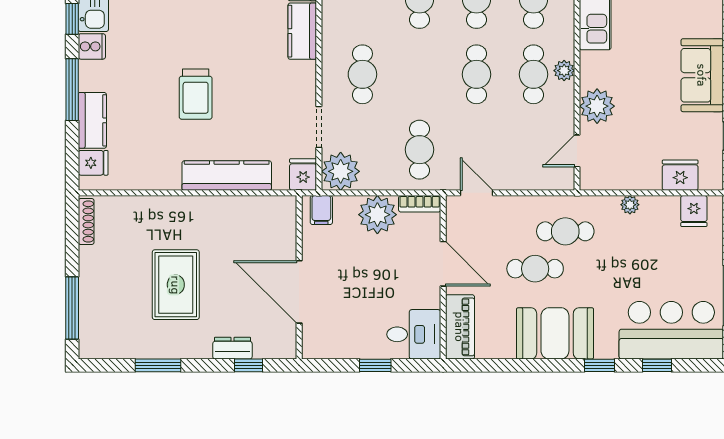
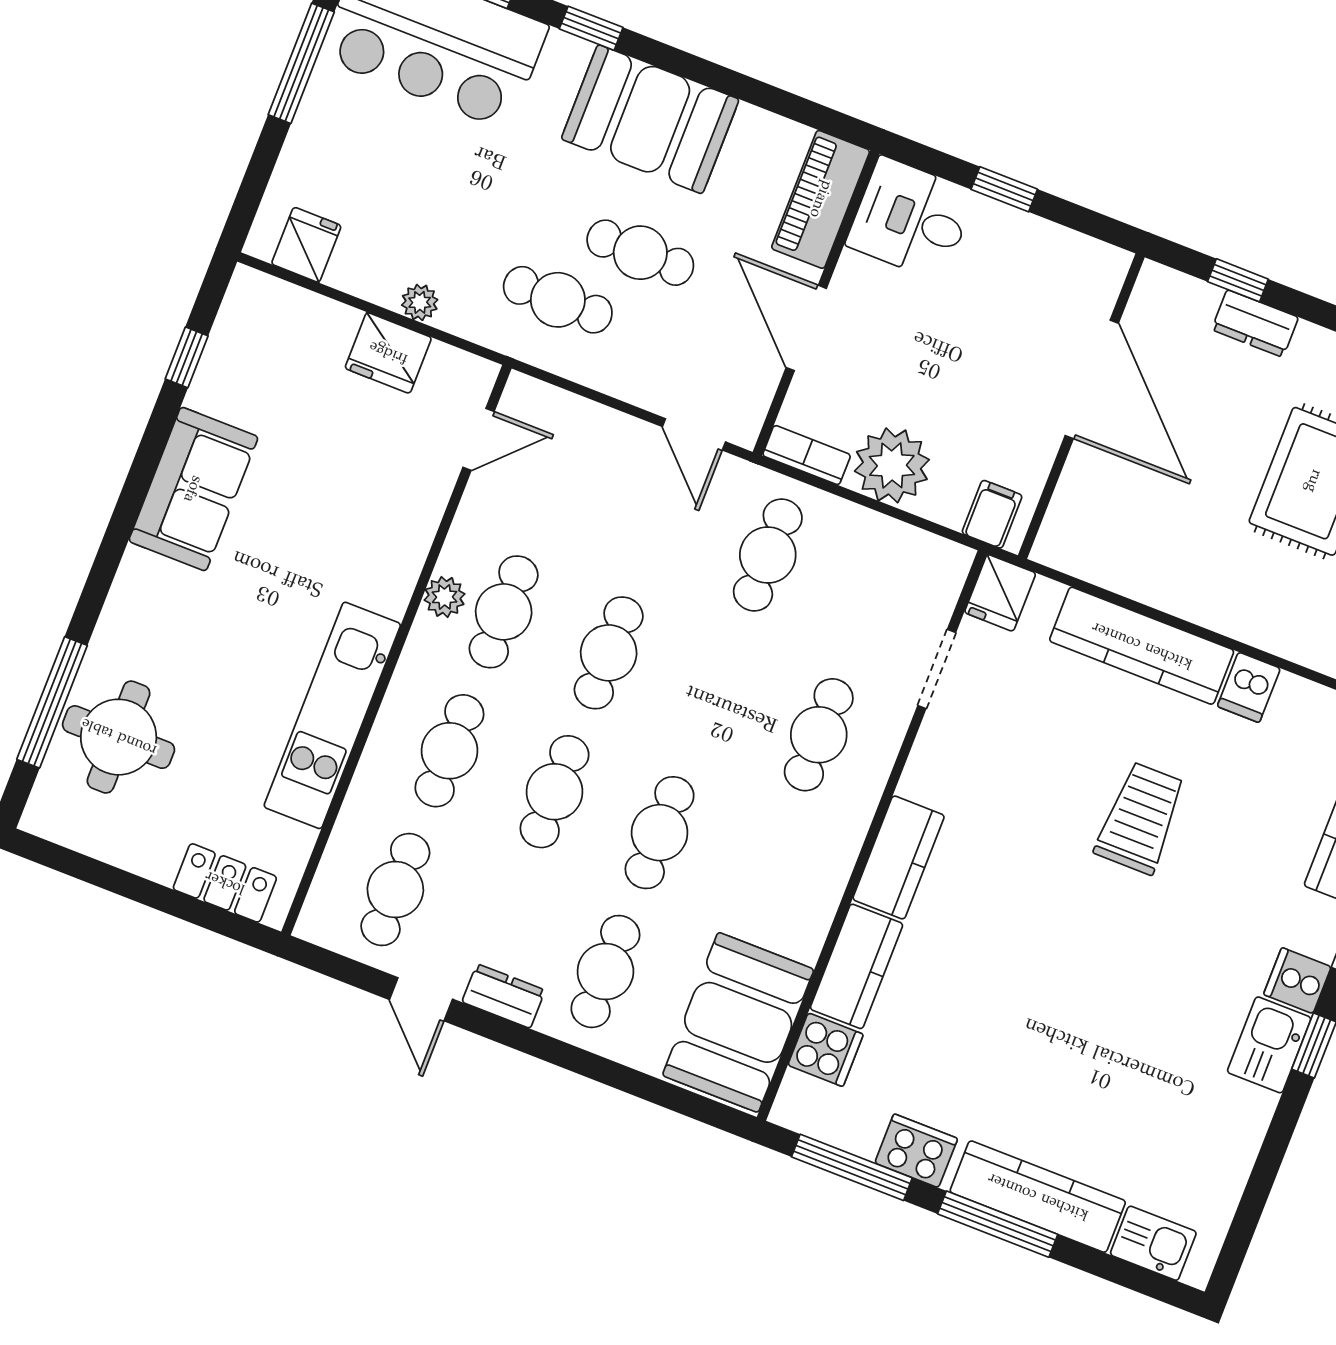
plant: (597, 106) -> (409, 508), removed
plant: (341, 171) -> (929, 572), removed
fridge: (680, 175) -> (388, 353), moved
dishwasher: (169, 176) -> (1249, 687), added

